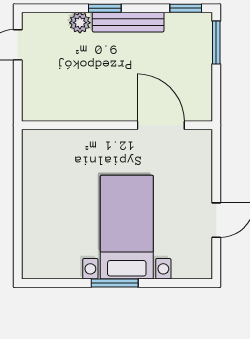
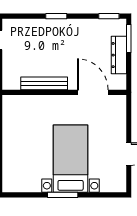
bench: (128, 22) -> (44, 83), moved
plant: (80, 23) -> (40, 26), removed
dresser: (201, 68) -> (119, 55), added

